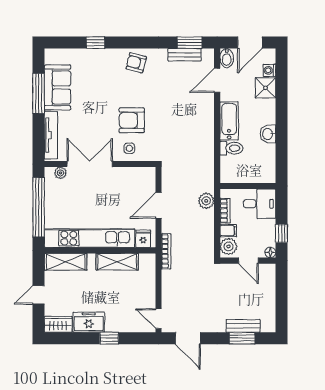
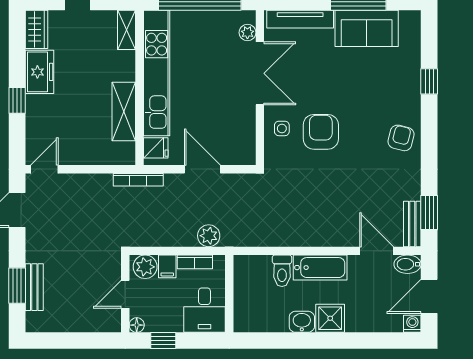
door: (250, 43) -> (429, 296), hinge flipped
bench: (185, 55) -> (412, 224), moved
washing machine: (269, 70) -> (412, 324), moved
shower: (265, 88) -> (330, 318), moved
shelving: (66, 262) -> (127, 30), width x0.67, depth x0.75

